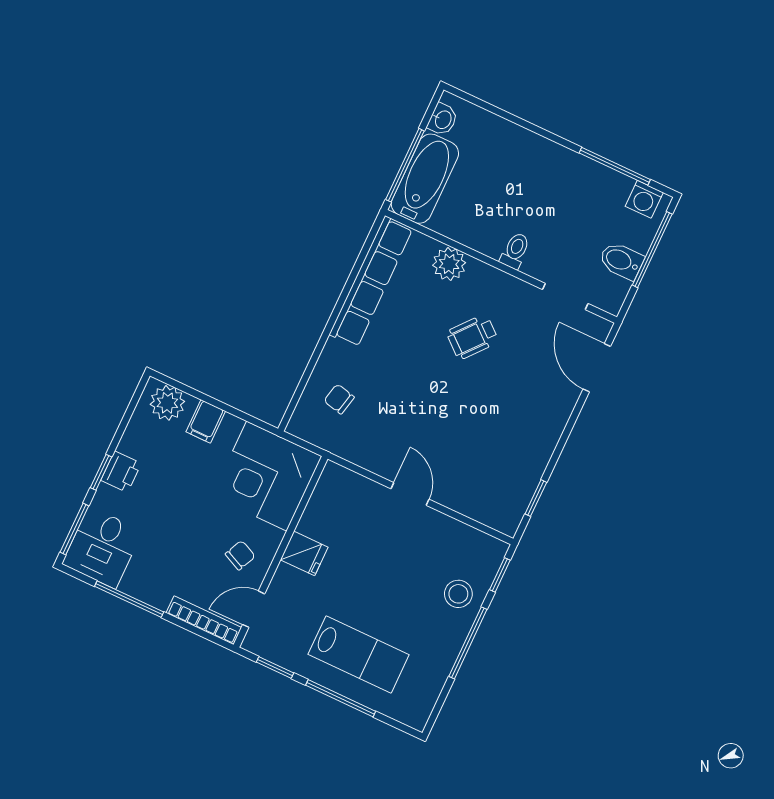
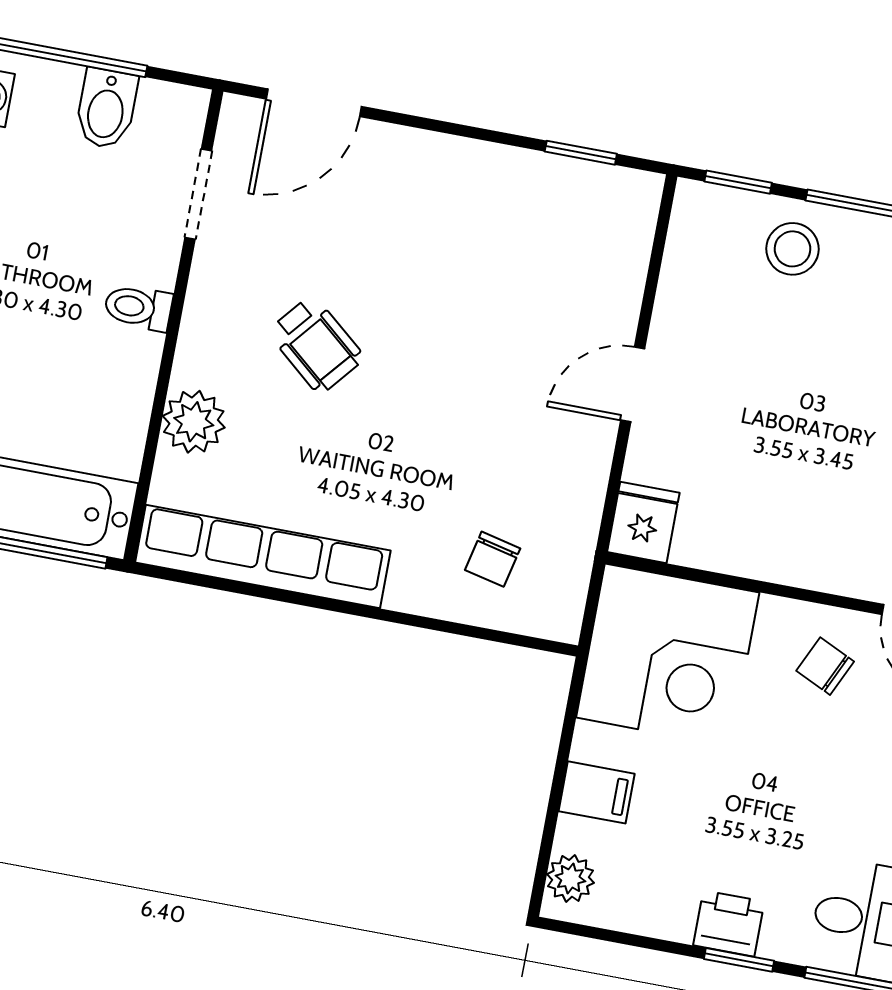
plant: (167, 403) -> (570, 878), width x0.73, depth x0.73
fridge: (304, 553) -> (643, 522), moved

